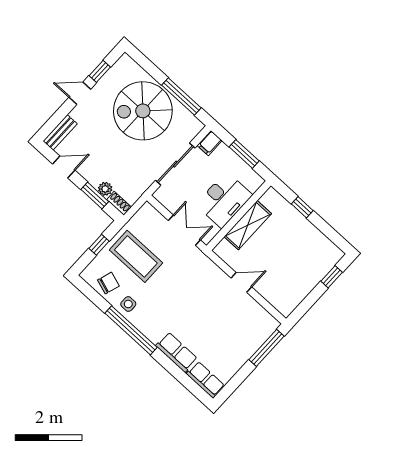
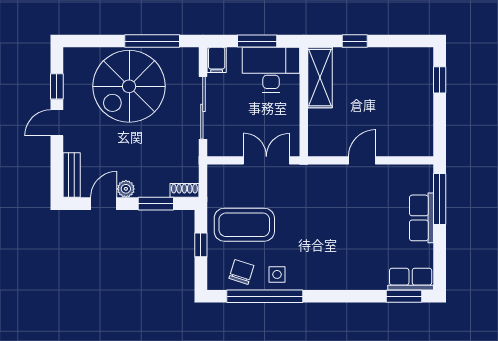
plant: (105, 189) -> (126, 189), moved
desk: (224, 200) -> (271, 70), moved, turned -90
shelving: (248, 225) -> (320, 78), moved
window: (131, 330) -> (265, 296), moved
row of seats: (177, 352) -> (421, 218), moved, turned -90
window: (192, 386) -> (404, 296), added

